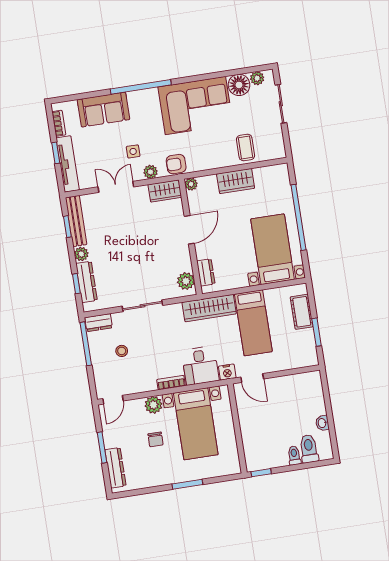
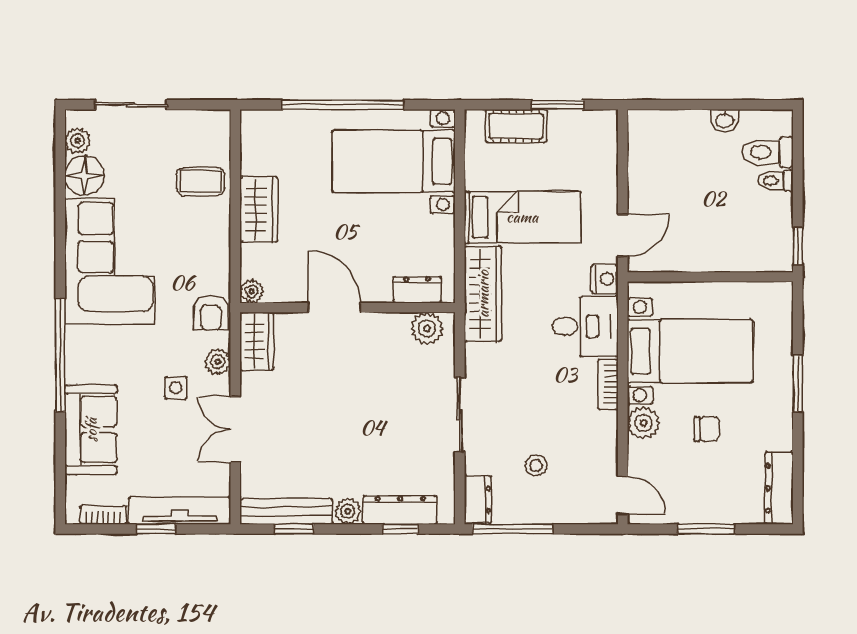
dresser: (115, 468) -> (779, 488), moved, turned -90

